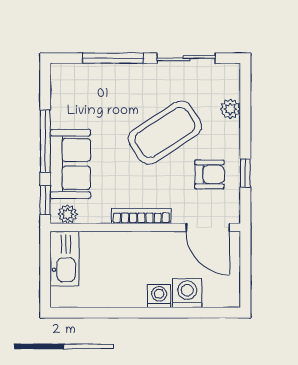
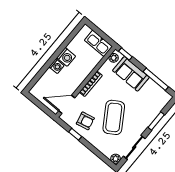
window: (113, 58) -> (156, 121), width x0.69
plant: (230, 109) -> (116, 159), moved
window: (45, 141) -> (156, 79), moved
armchair: (209, 174) -> (85, 121), turned -103
washing machine: (187, 293) -> (66, 57), moved

